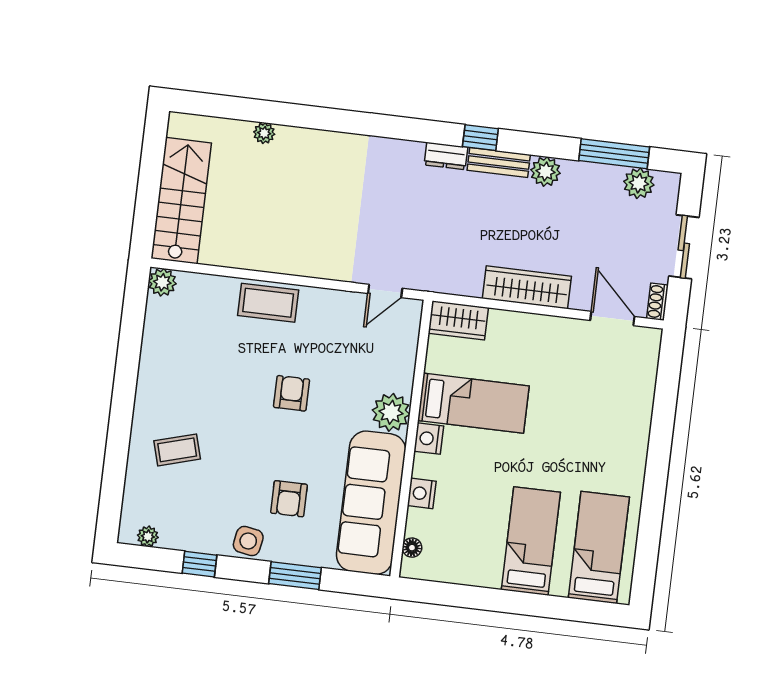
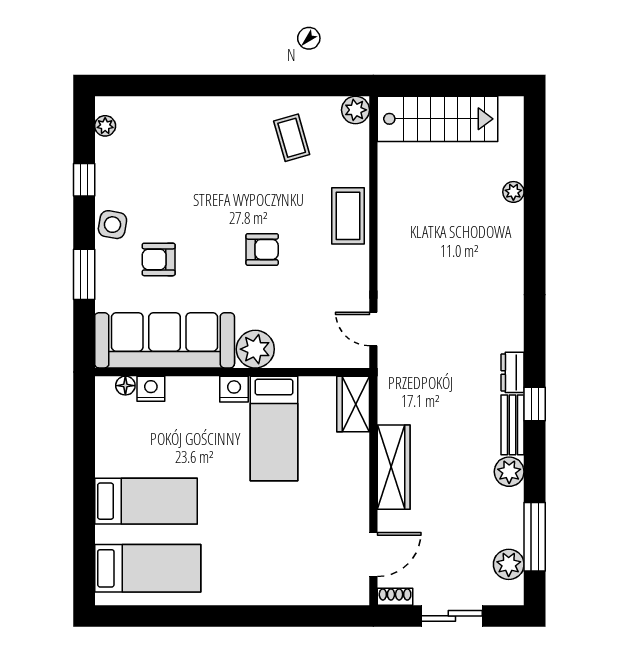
coffee table: (177, 450) -> (292, 138), moved
nightstand: (422, 493) -> (151, 389), moved

